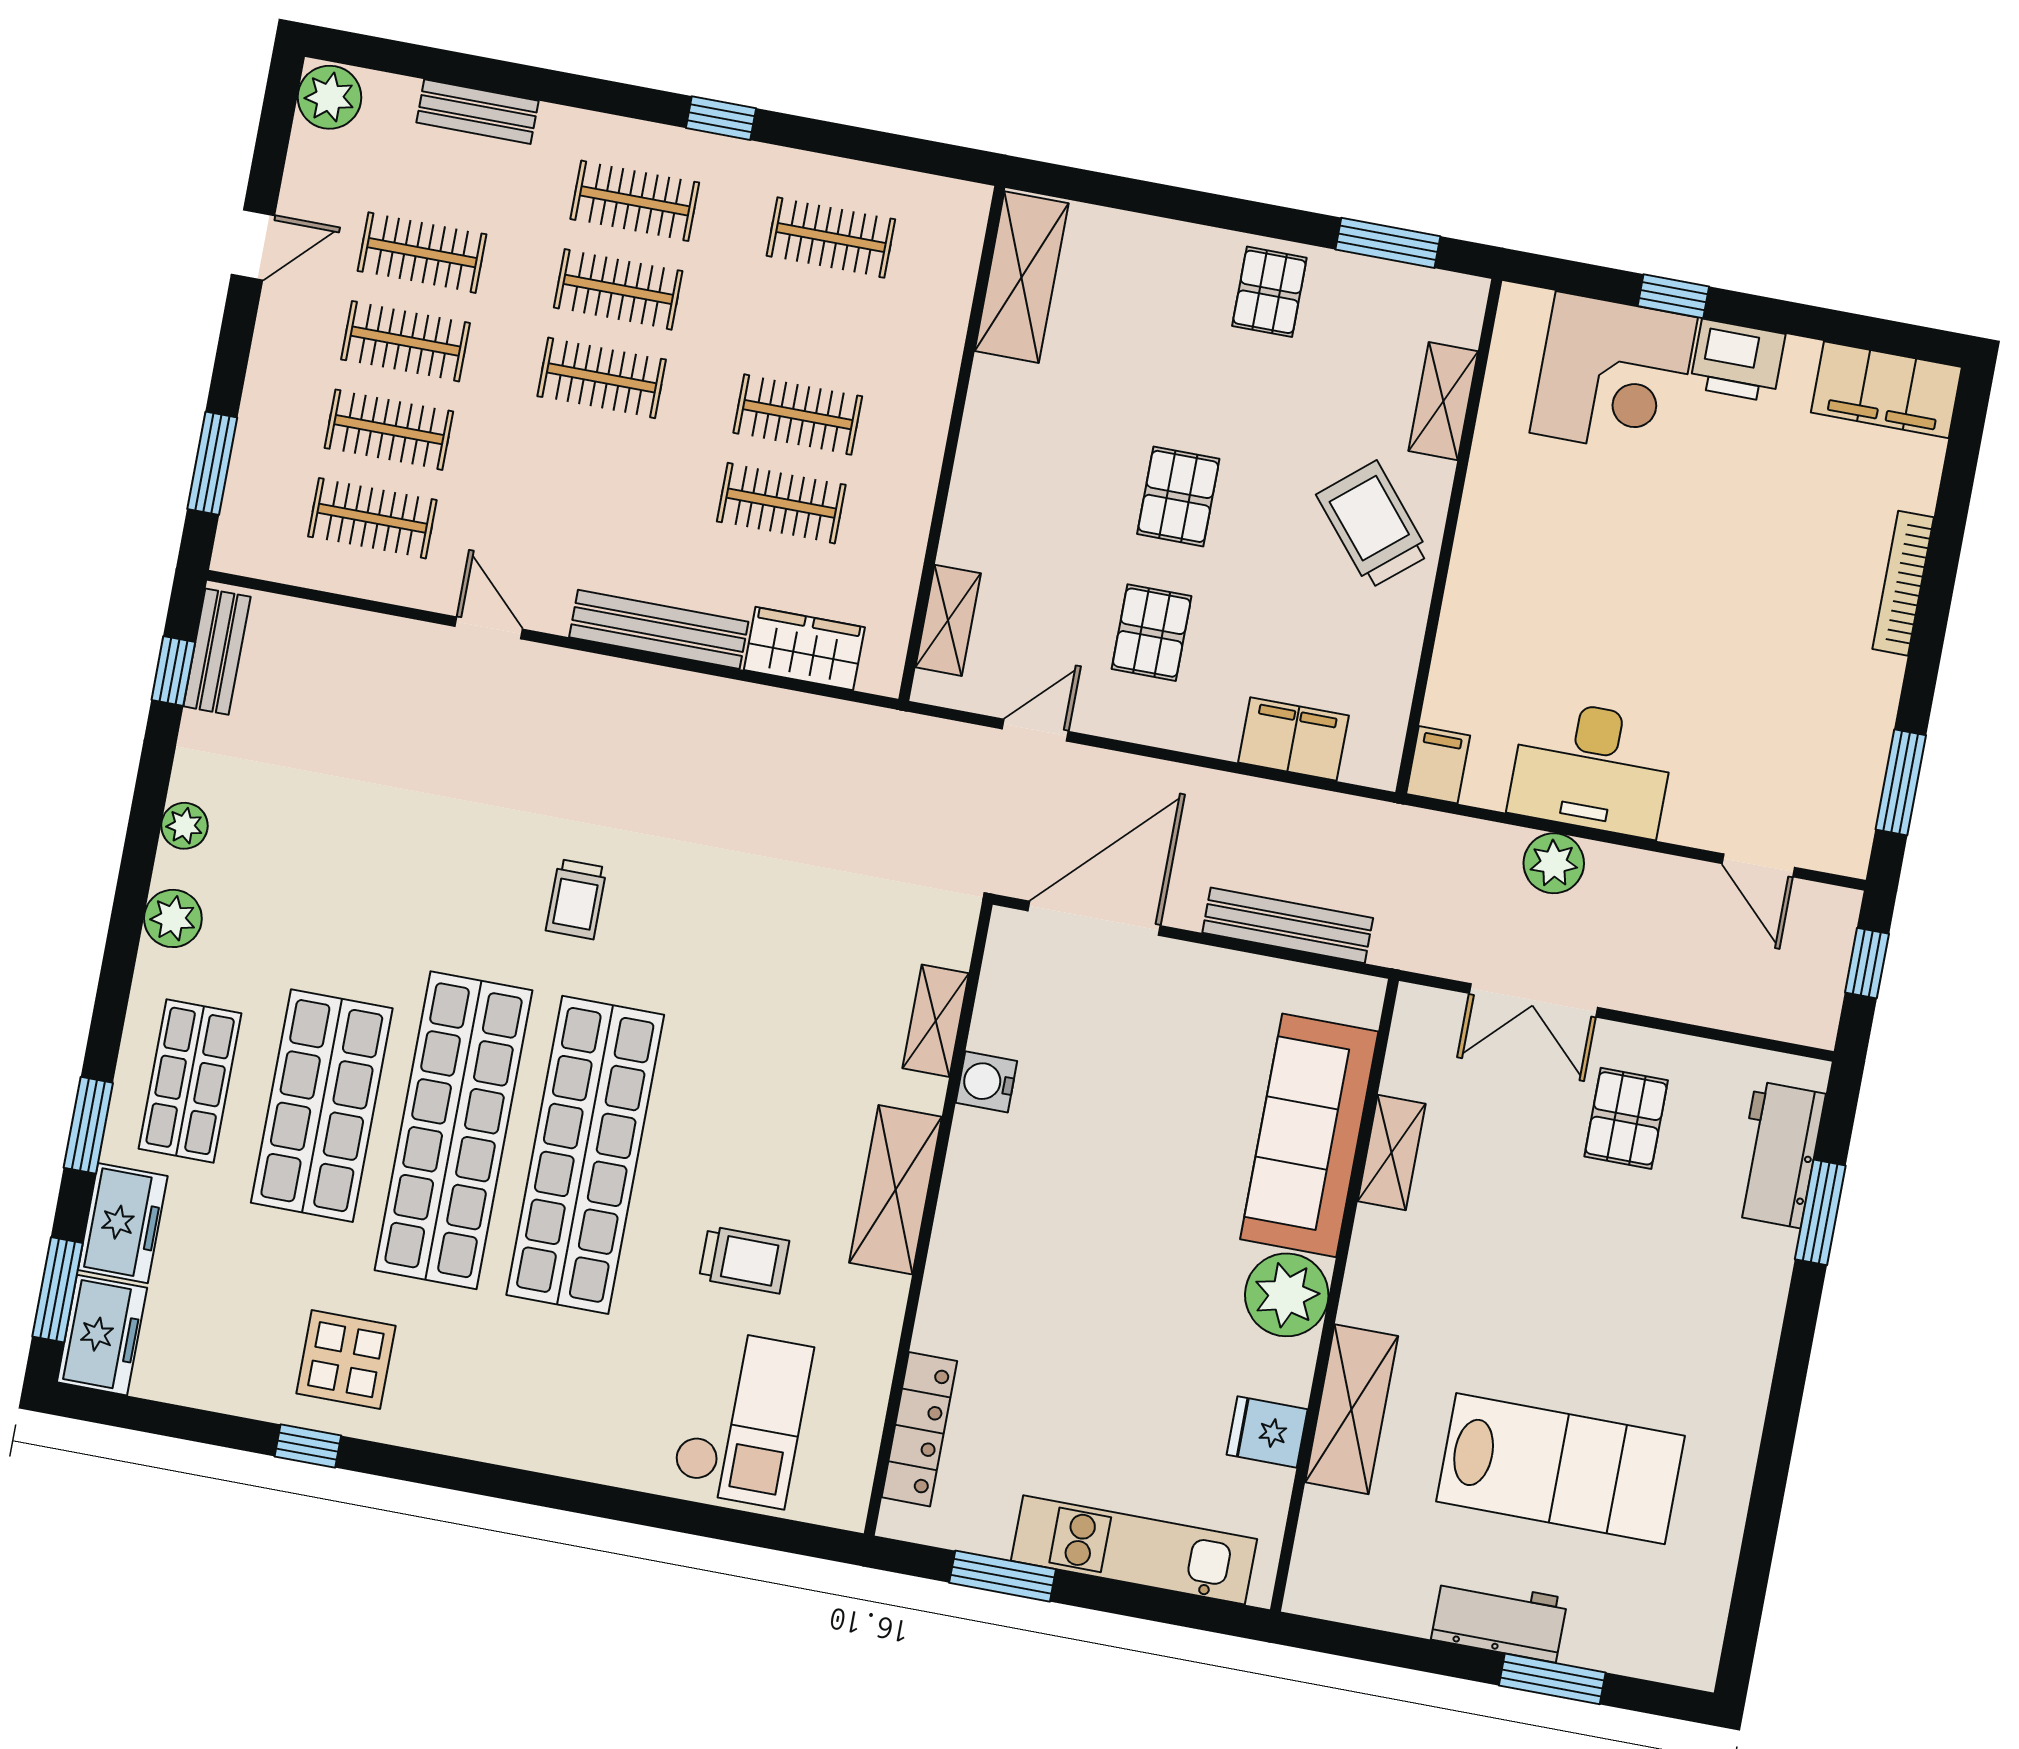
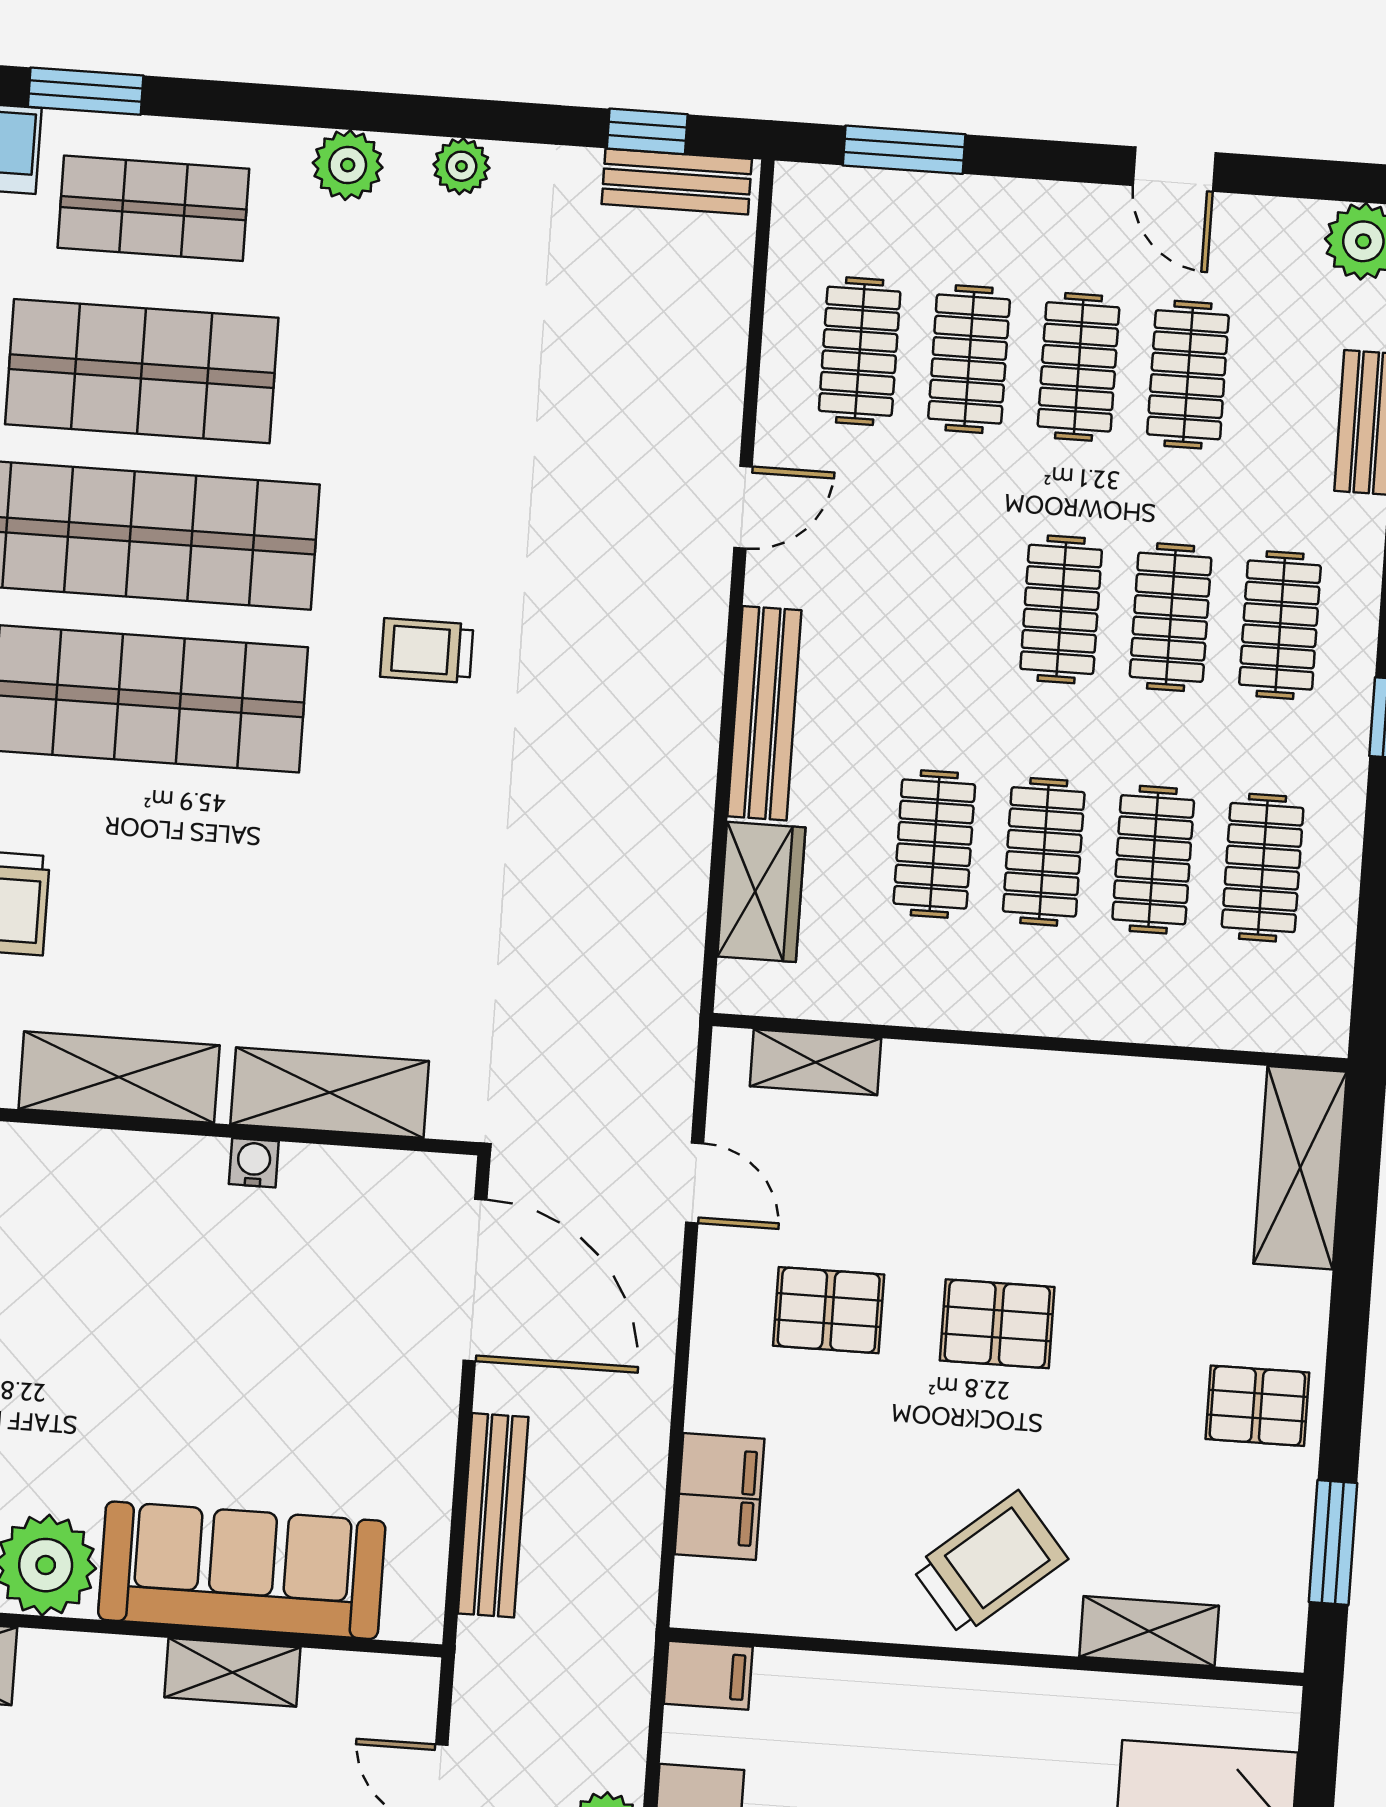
shelving: (1022, 277) -> (1300, 1168), moved, turned 90
clothes rail: (814, 326) -> (1153, 860), added
shelving: (936, 1021) -> (330, 1093), width x1.50, depth x1.33
water cooler: (986, 1082) -> (254, 1163), width x0.72, depth x0.72

